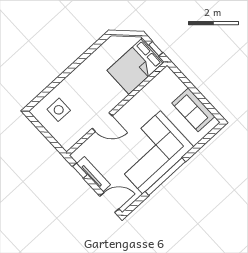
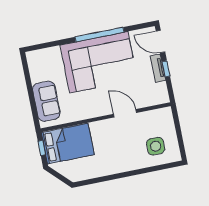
sofa: (193, 110) -> (46, 101), moved
window: (80, 171) -> (166, 69), moved
tv unit: (94, 174) -> (158, 68), width x0.71

